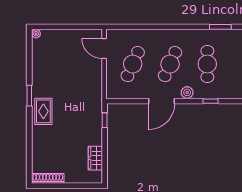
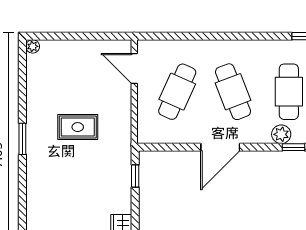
cafe table: (170, 64) -> (233, 92), turned -45
plant: (187, 92) -> (281, 134), moved
rug: (43, 111) -> (78, 127), moved, turned 90

